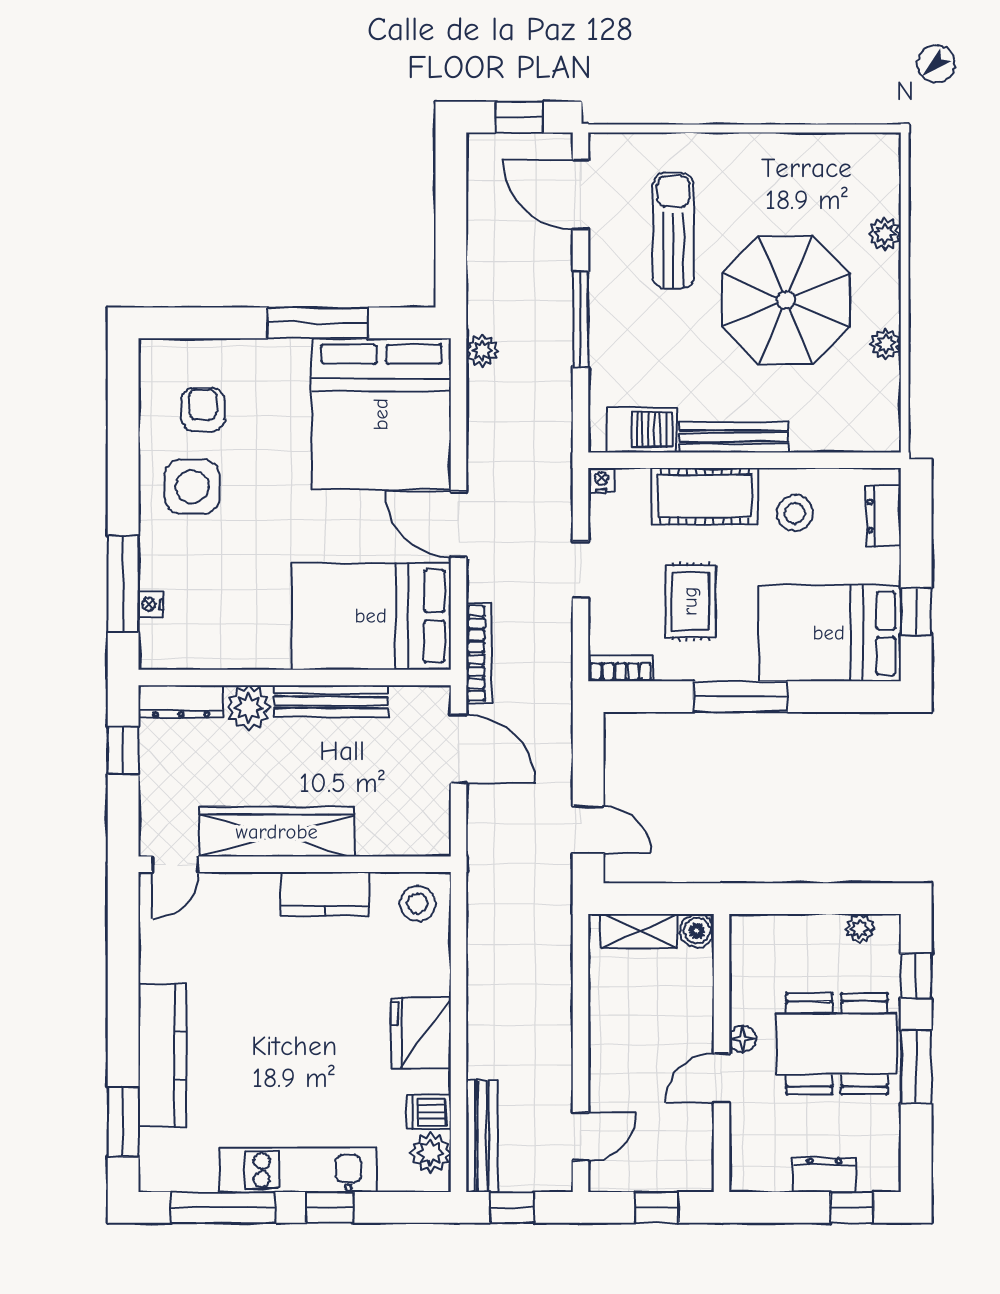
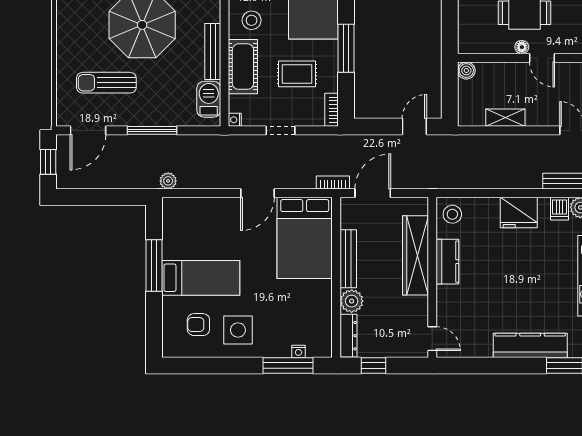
bed: (381, 414) -> (201, 278), moved, width x0.49
bookcase: (479, 653) -> (333, 183), width x0.64
wardrobe: (277, 832) -> (415, 255), moved
shelving: (639, 931) -> (505, 118), moved, turned 90

